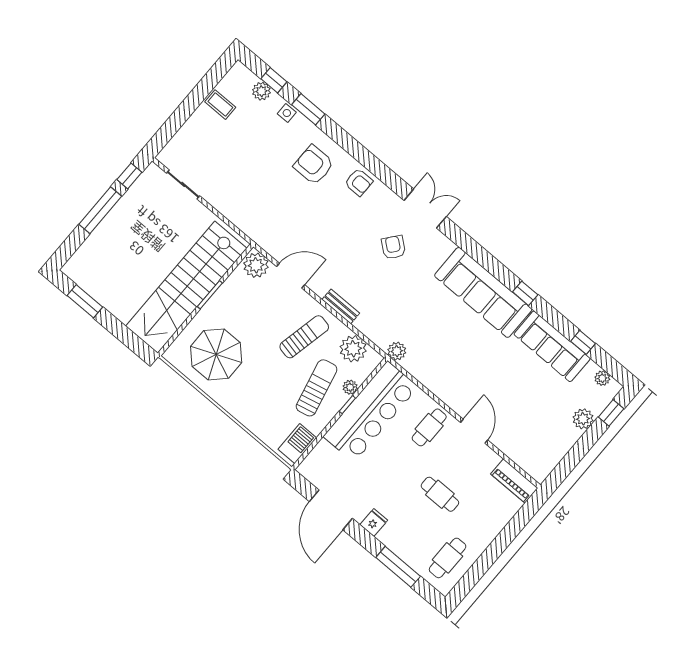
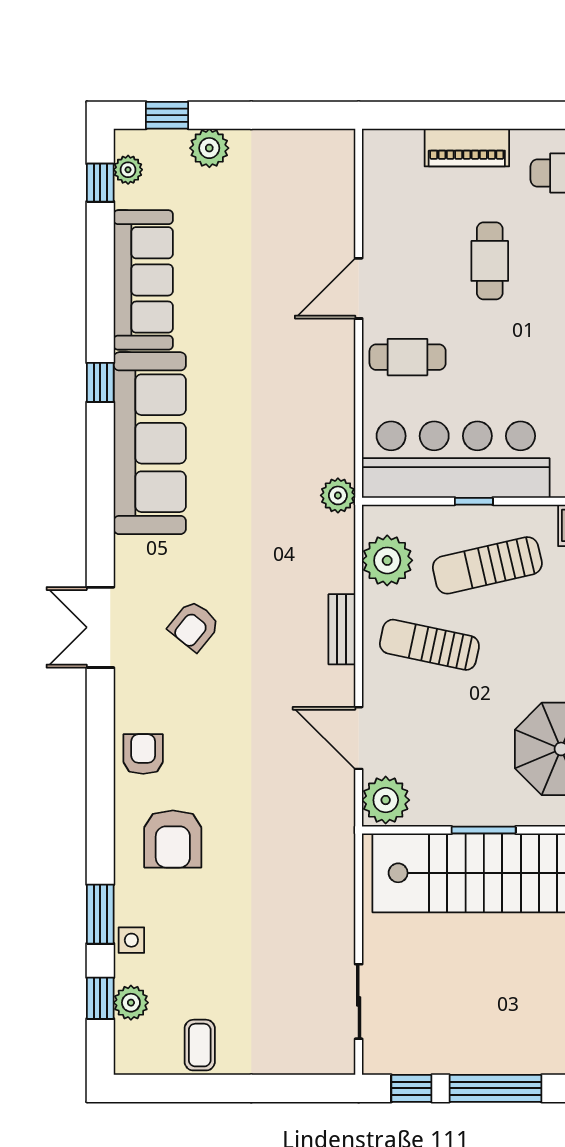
window: (583, 342) -> (100, 183), moved
plant: (350, 387) -> (446, 518), removed
piano: (514, 481) -> (467, 148), moved, turned 90

